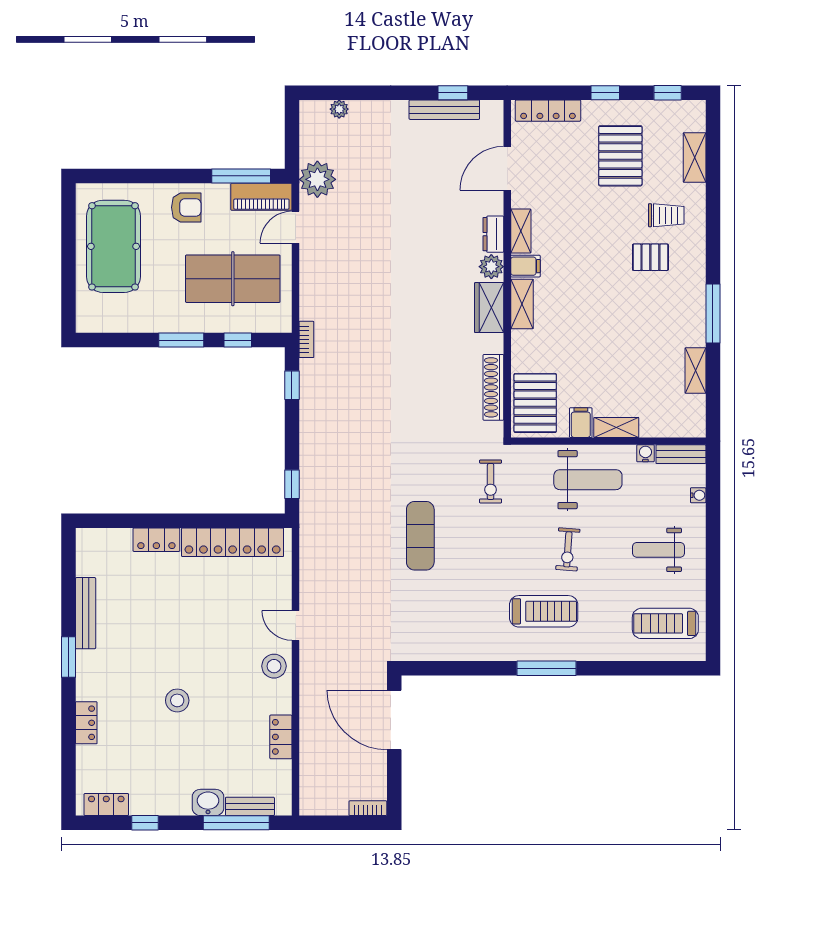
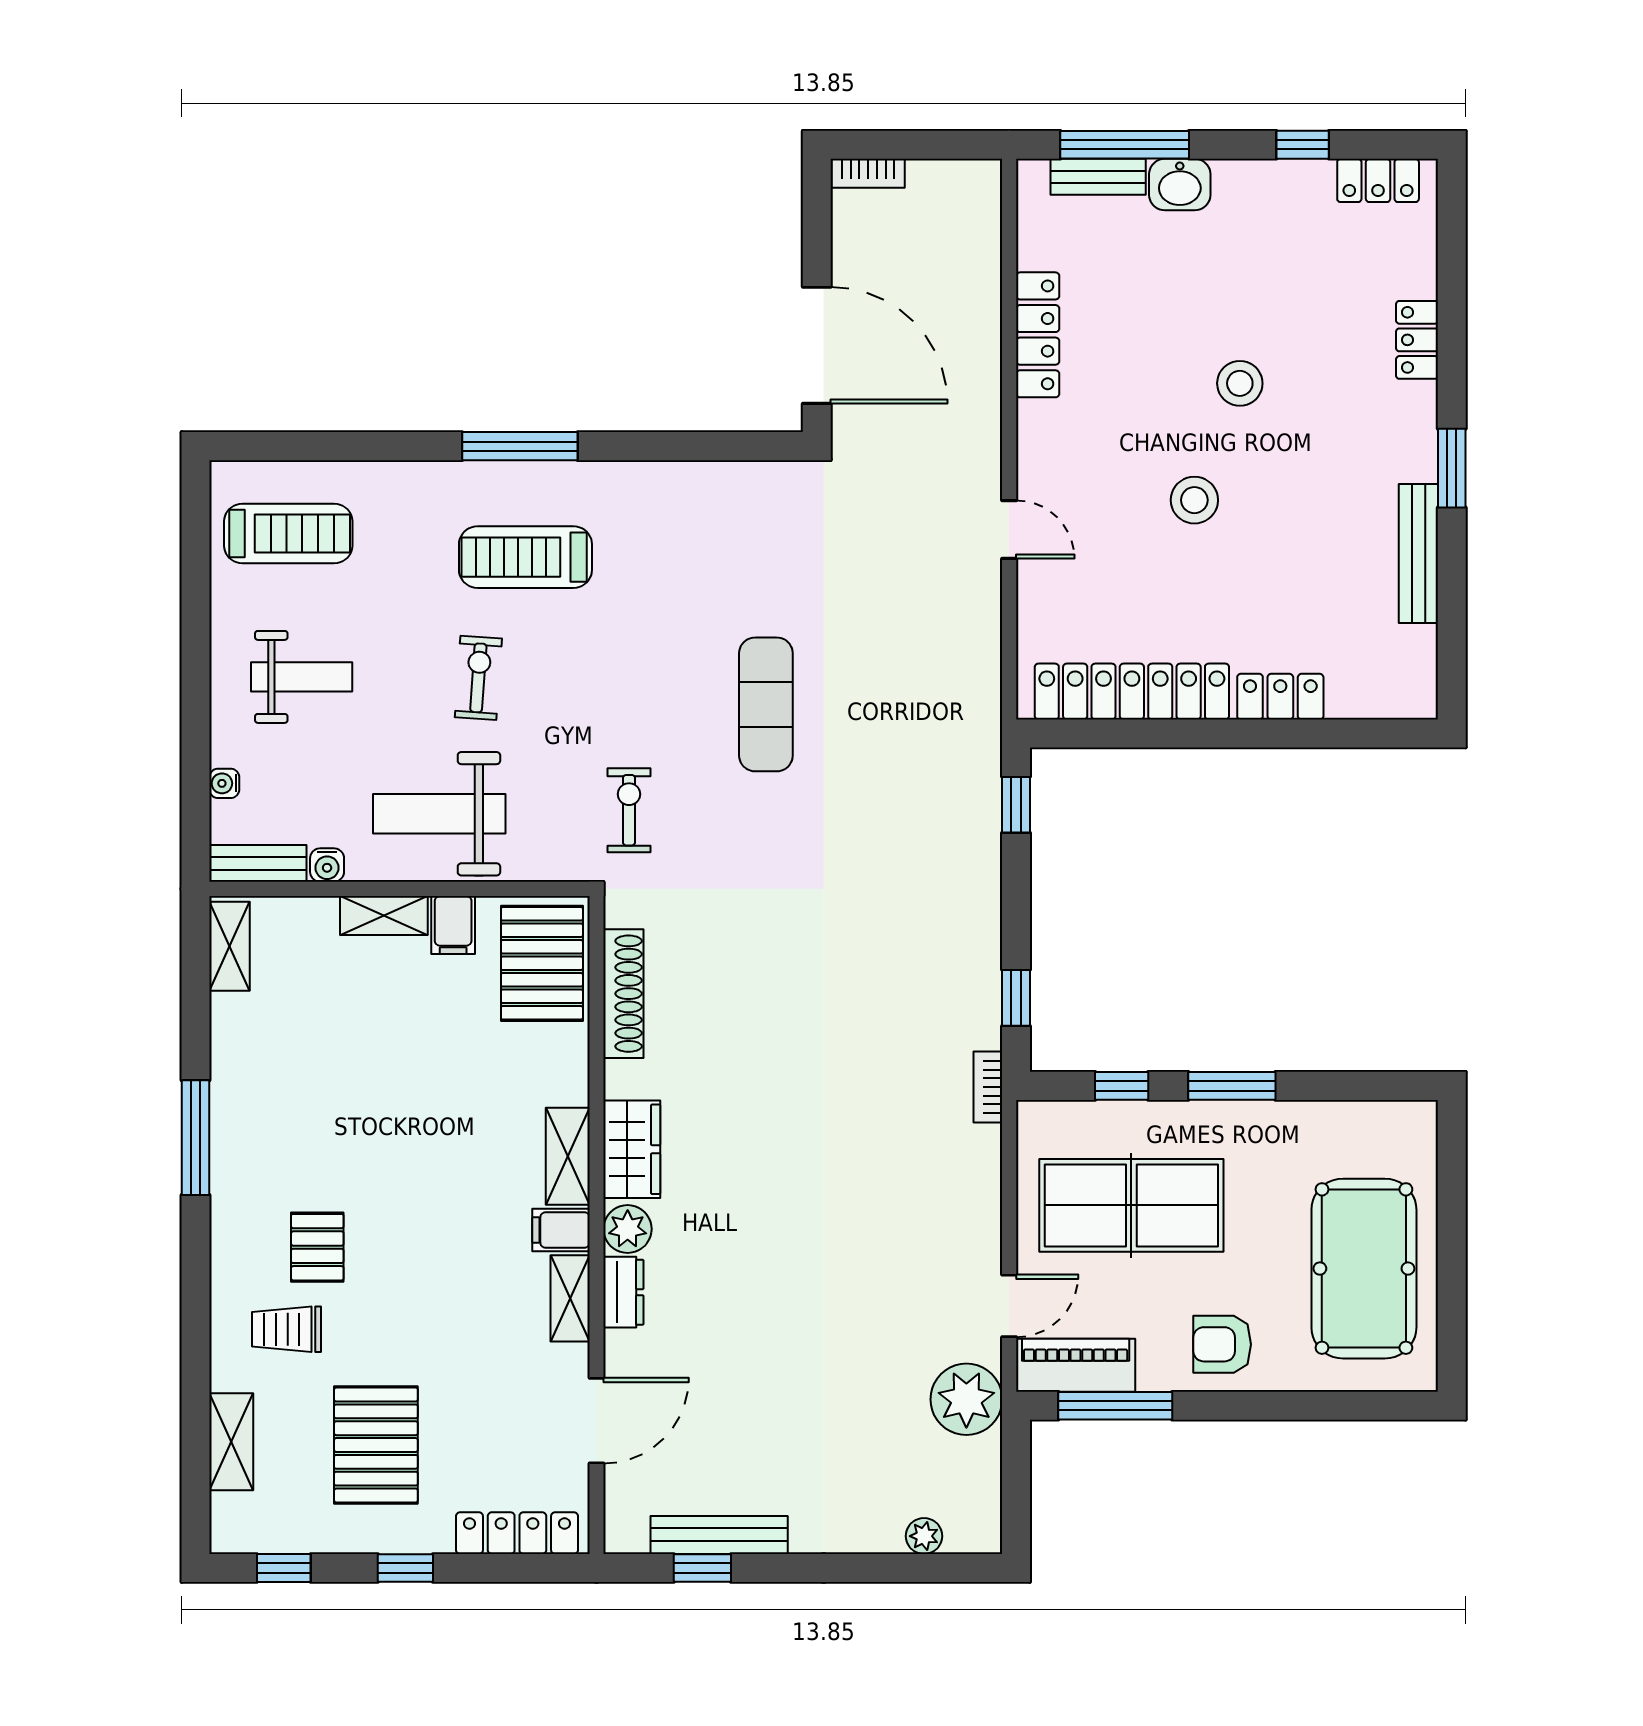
pallet: (650, 257) -> (317, 1247), turned 90
shelving: (695, 370) -> (230, 946), moved
stool: (274, 666) -> (1194, 500), moved
locker: (281, 737) -> (1038, 335), width x1.53

